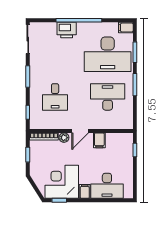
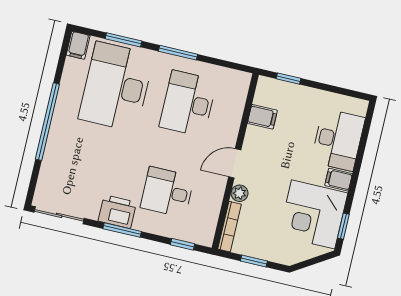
printer: (67, 30) -> (117, 212), moved, turned -90
desk: (108, 54) -> (116, 87), turned 180
desk: (55, 97) -> (167, 192), turned 180
door: (80, 131) -> (235, 163), swing flipped
filing cabinet: (99, 140) -> (262, 117), moved

